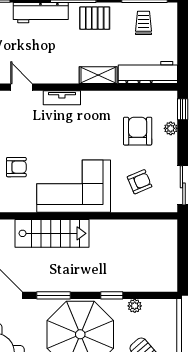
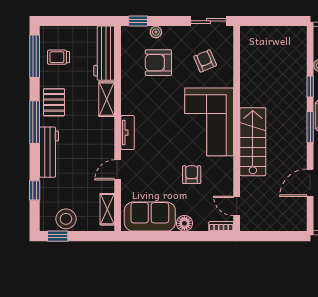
window: (53, 295) -> (310, 127), moved

